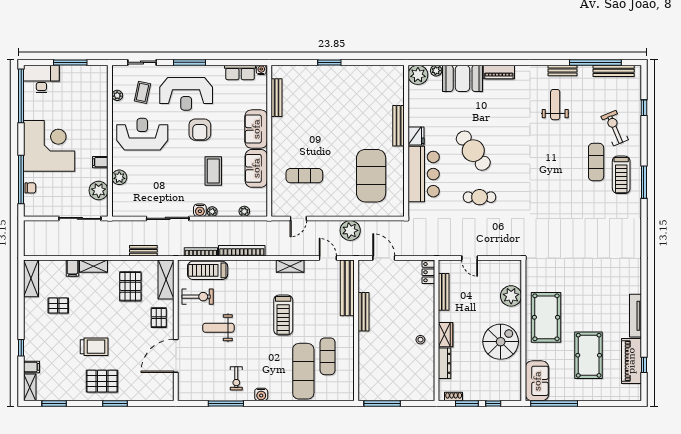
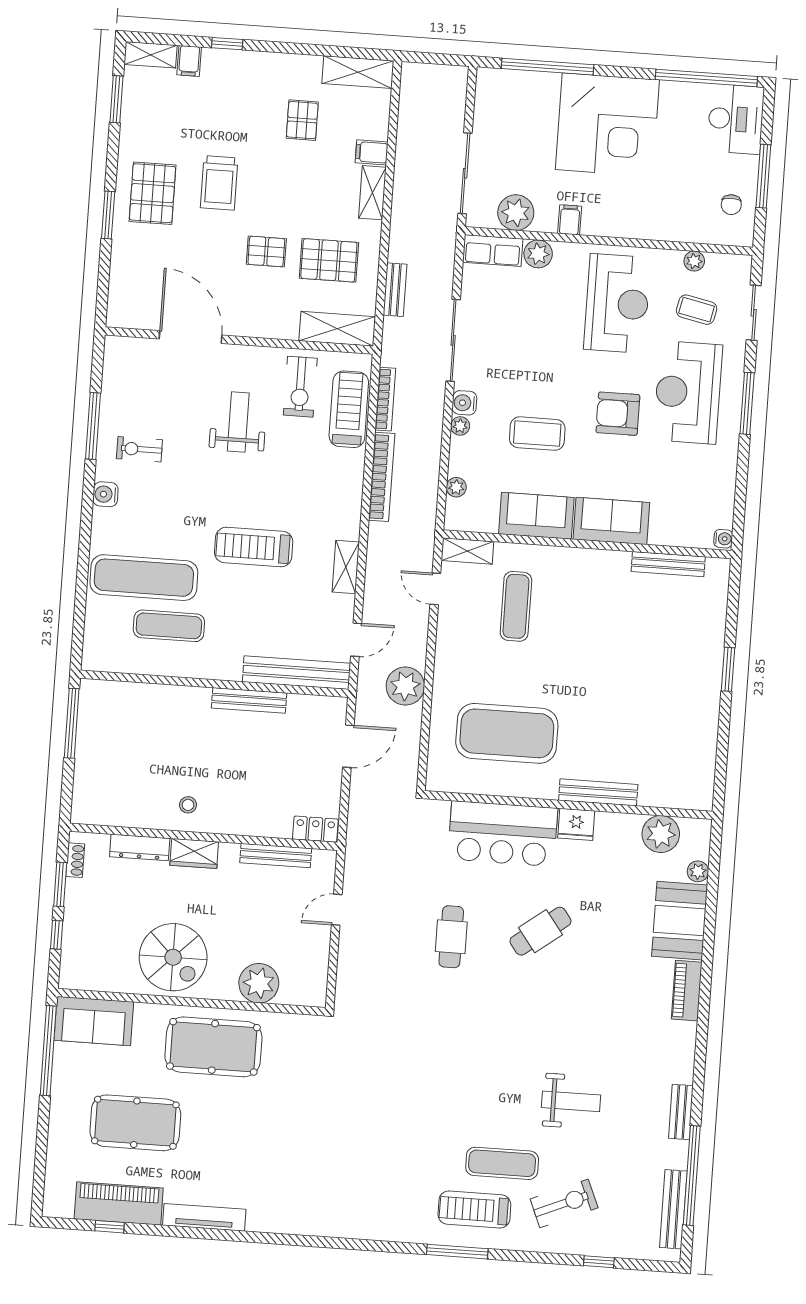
row of seats: (240, 72) -> (493, 251), moved, turned -90
plant: (418, 75) -> (661, 834), moved
weight bench: (555, 105) -> (571, 1101), moved
cafe table: (473, 151) -> (541, 931), width x0.73, depth x0.74
chair: (30, 188) -> (731, 205), moved
shelving: (277, 203) -> (467, 551), added
pallet: (159, 318) -> (266, 251), moved

